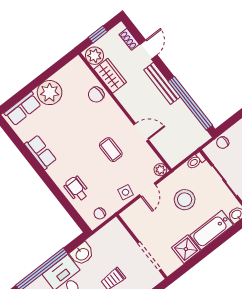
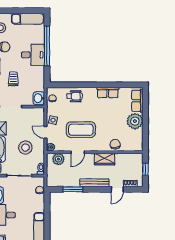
door: (148, 50) -> (117, 189), hinge flipped
plant: (94, 56) -> (58, 159), moved
wardrobe: (110, 76) -> (105, 159), moved
window: (190, 103) -> (73, 189), width x0.47
coffee table: (111, 150) -> (81, 130), width x1.86, depth x1.72
washbasin: (82, 254) -> (39, 98), moved

